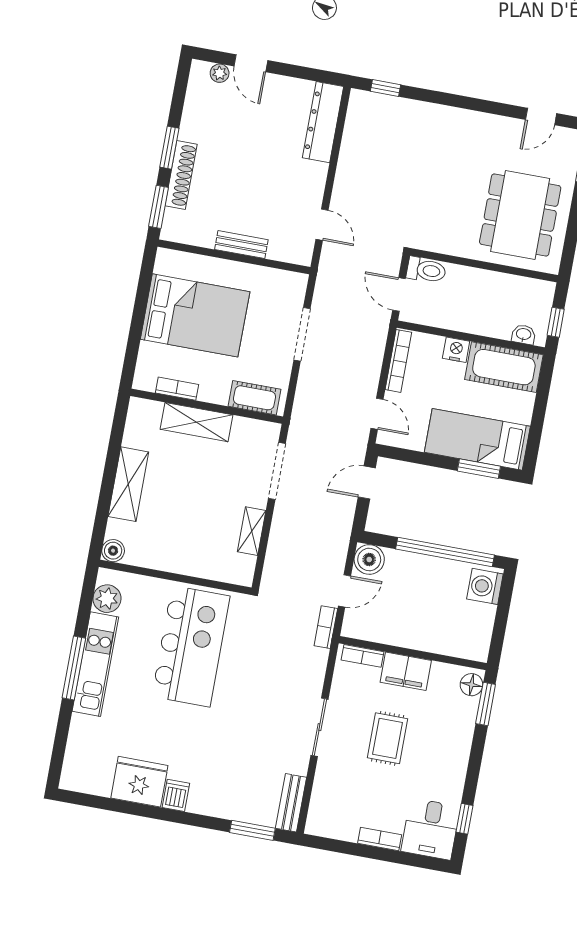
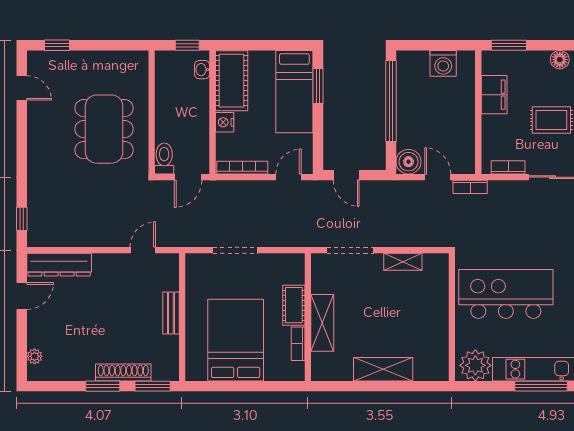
door: (251, 63) -> (22, 296), moved
dining table: (520, 215) -> (104, 129), moved, turned 90
cot: (254, 398) -> (294, 305), moved
boiler: (113, 551) -> (440, 372), removed
washing machine: (485, 586) -> (443, 63), moved
plant: (107, 599) -> (475, 365), width x1.36, depth x1.36
bookcase: (362, 656) -> (508, 167), moved, turned -90
filing cabinet: (406, 671) -> (494, 95), moved
floor lamp: (471, 685) -> (560, 60), moved

